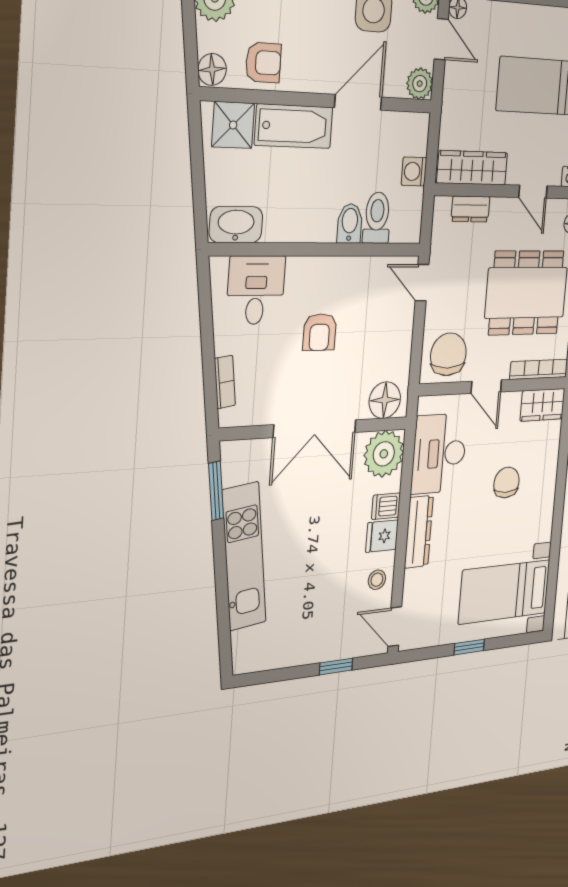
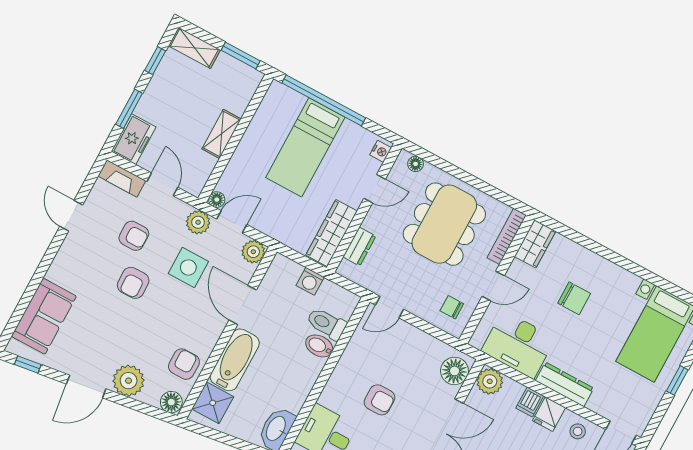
chair: (448, 354) -> (452, 307), width x0.54, depth x0.54
plant: (384, 454) -> (490, 381), width x0.73, depth x0.73
chair: (507, 482) -> (574, 298), turned 180

